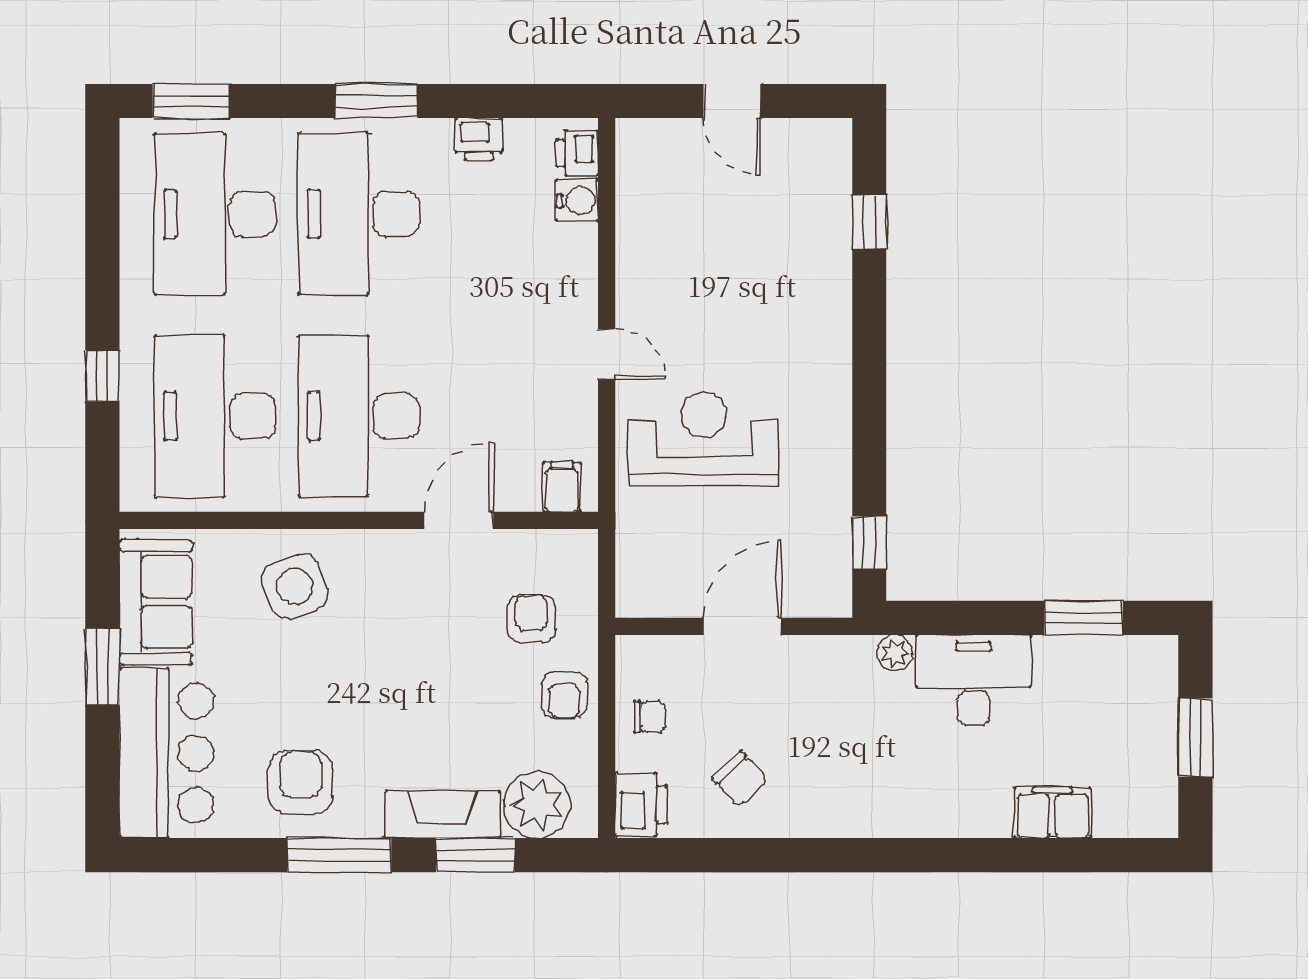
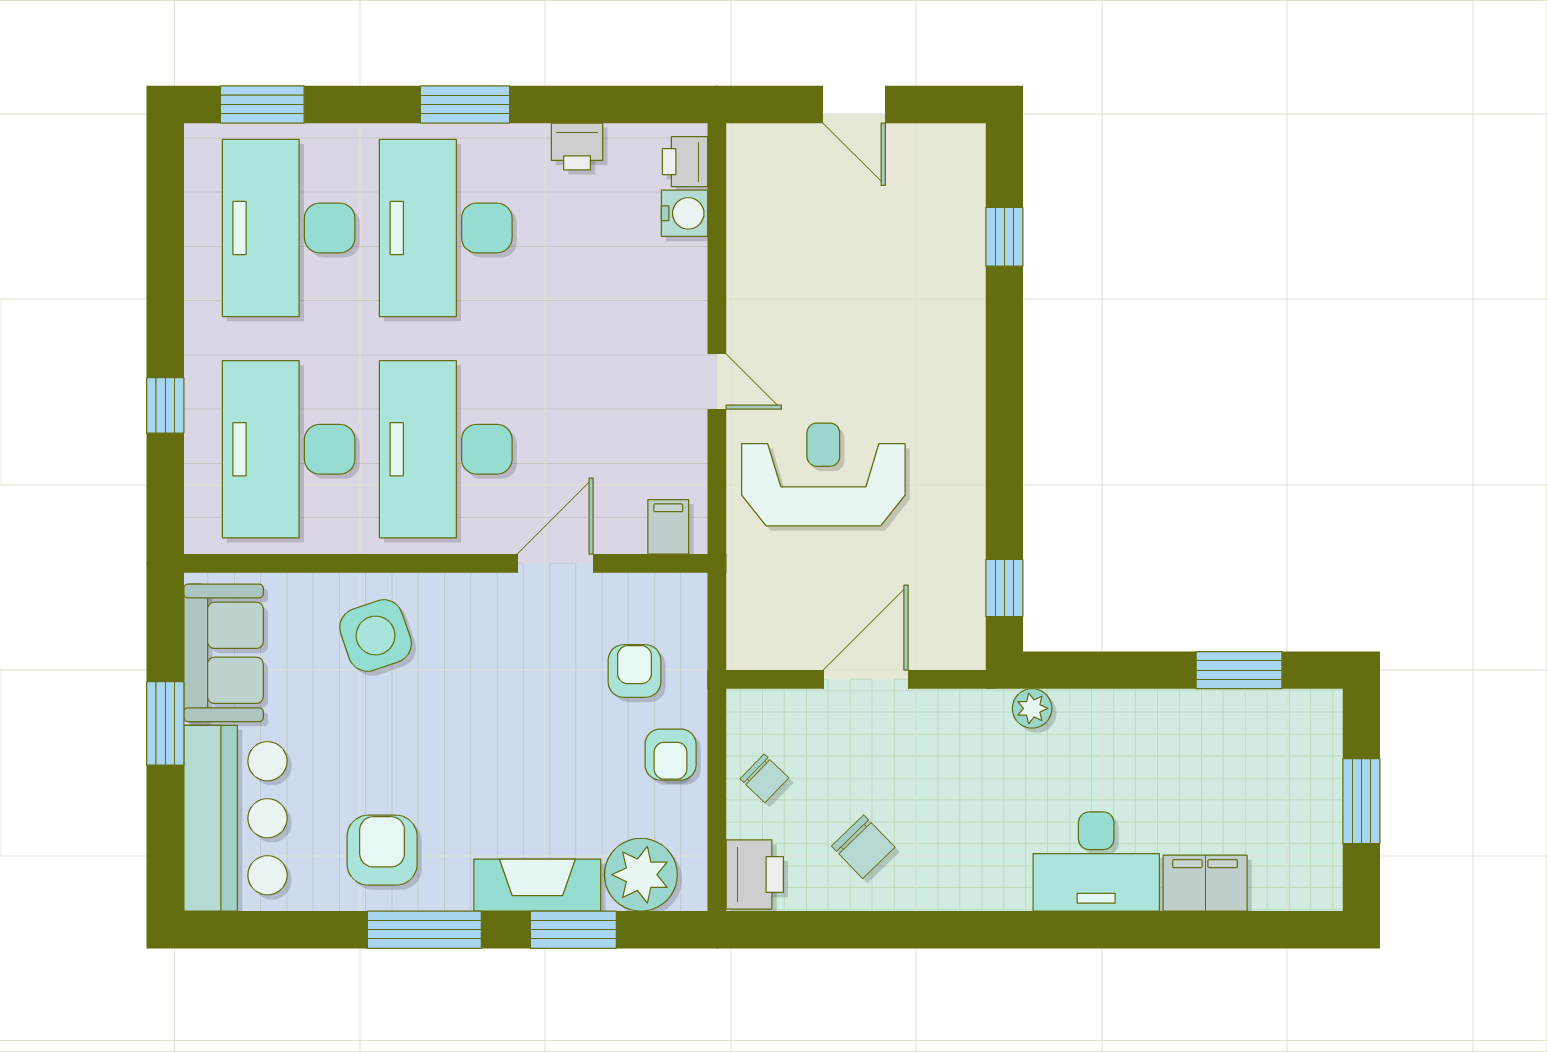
desk: (974, 680) -> (1096, 862), moved, turned 180
chair: (650, 717) -> (764, 778), turned 44

